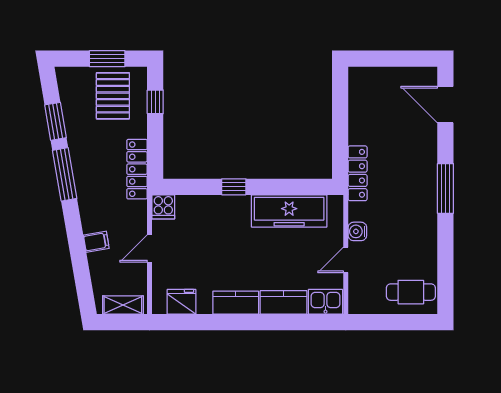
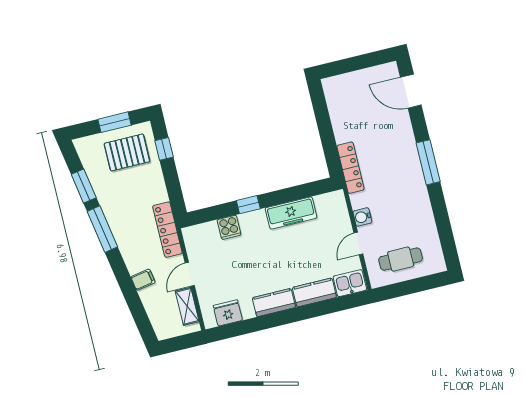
pallet: (113, 96) -> (127, 152), turned 90
locker: (137, 169) -> (167, 230), moved
cooker: (163, 207) -> (229, 227), moved
freezer: (289, 211) -> (291, 213), width x0.73, depth x0.79
cafe table: (411, 292) -> (401, 259), moved
shelving: (123, 305) -> (187, 306), moved, turned 90

